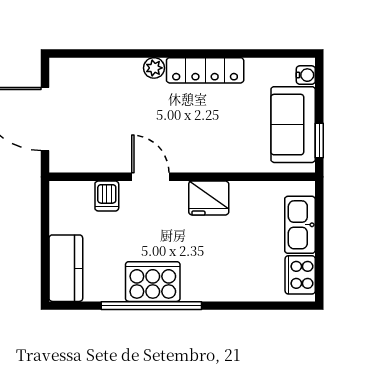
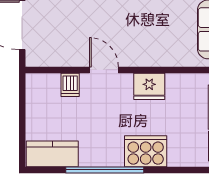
kitchen counter: (66, 268) -> (52, 154), moved, turned -90
cooker: (153, 282) -> (146, 151), moved

